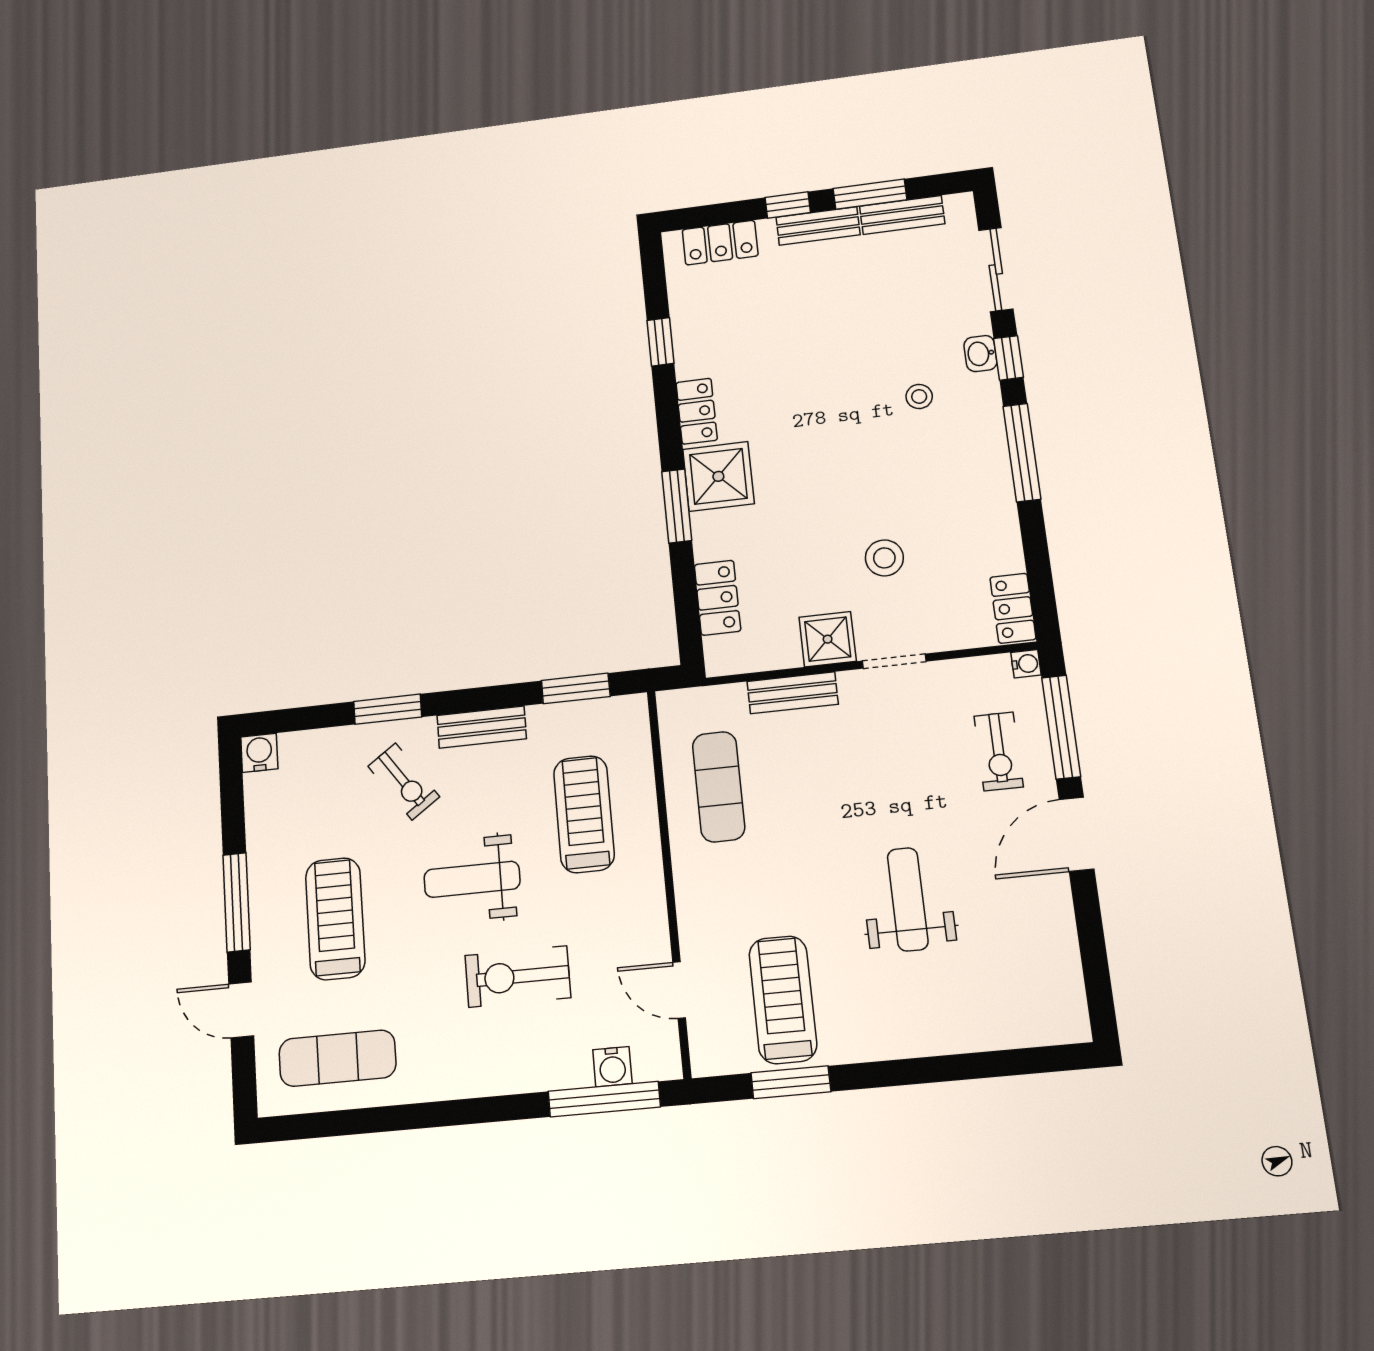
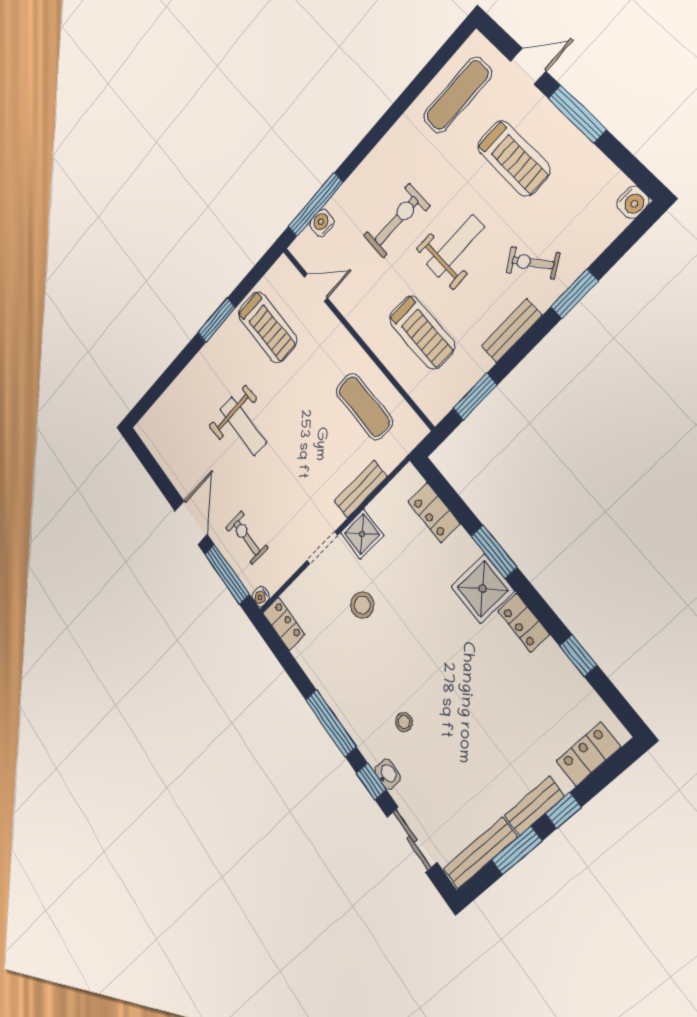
bench: (902, 215) -> (480, 853), width x1.36
window: (791, 1082) -> (217, 320), moved

